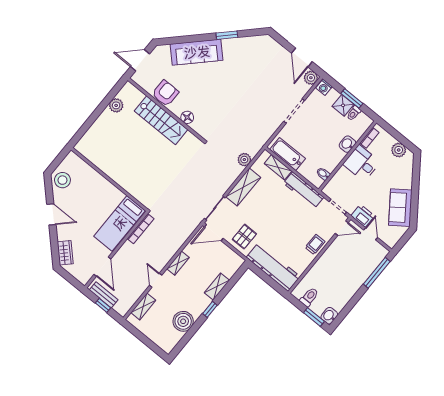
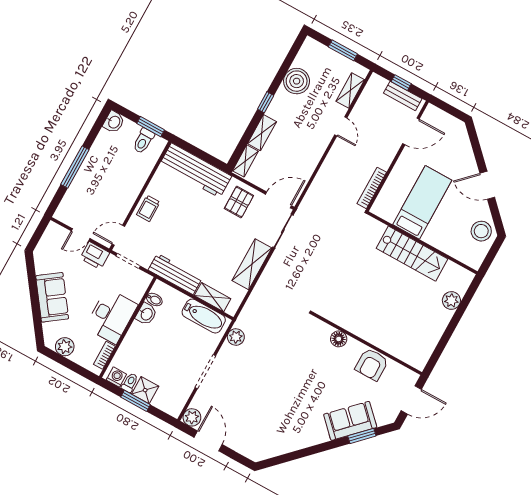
window: (227, 35) -> (362, 436), moved
sofa: (197, 52) -> (350, 421), width x0.73
washing machine: (324, 87) -> (116, 377), moved
plant: (116, 105) -> (451, 300), moved
stairs: (161, 120) -> (412, 254), moved, turned 180
washbasin: (347, 144) -> (146, 314), moved
plant: (244, 160) -> (236, 337), moved
desk: (362, 163) -> (111, 316), width x1.37
sofa: (400, 208) -> (52, 297), moved
bed: (120, 223) -> (422, 202), moved
door: (371, 234) -> (81, 235), hinge flipped
wardrobe: (65, 253) -> (461, 140), removed
shelving: (178, 263) -> (245, 161), moved
door: (102, 267) -> (411, 131), swing flipped
window: (377, 273) -> (75, 167), moved
window: (314, 317) -> (151, 127), moved
window: (143, 338) -> (343, 50), added

